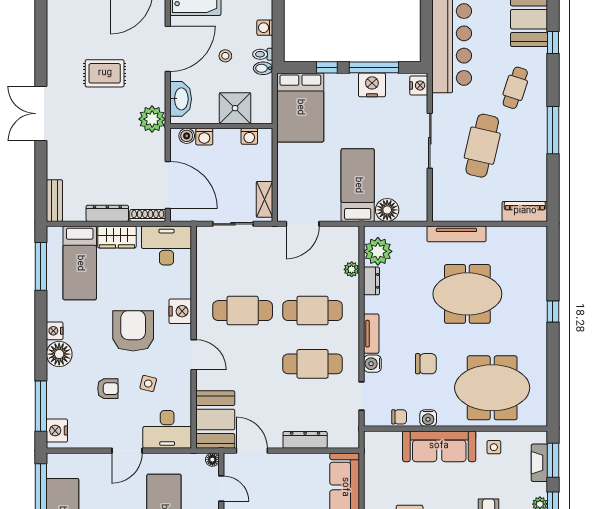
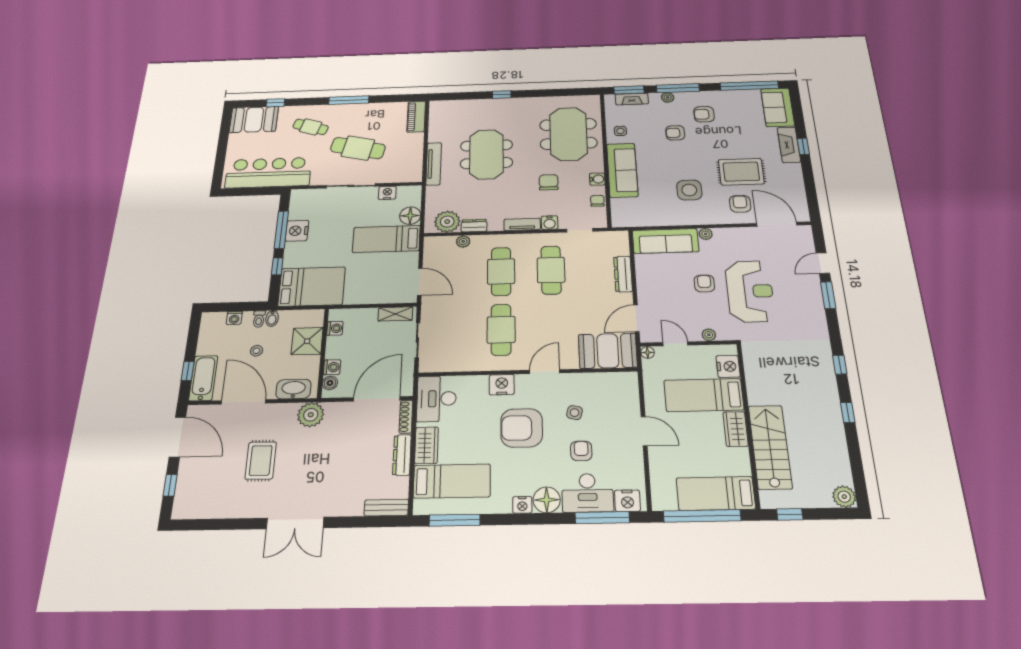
nightstand: (419, 85) -> (387, 193), moved
desk: (167, 429) -> (588, 493), moved, turned 90
door: (221, 488) -> (675, 344), hinge flipped

